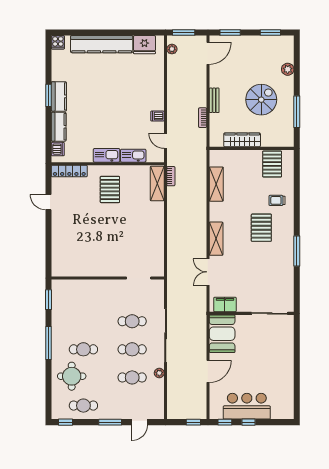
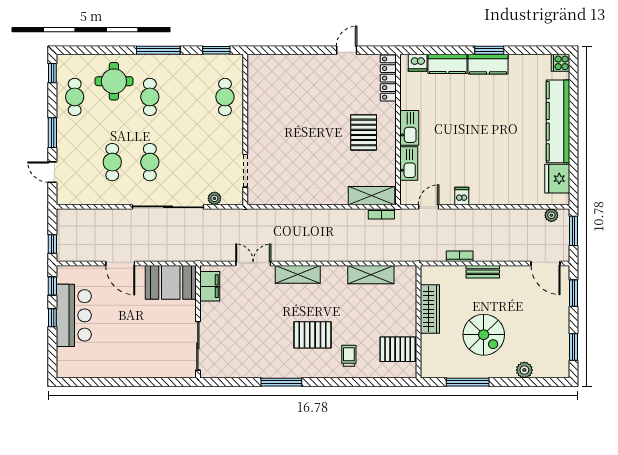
pallet: (110, 189) -> (364, 132), turned 90
cafe table: (132, 321) -> (225, 97), moved
plant: (159, 373) -> (214, 198), moved

